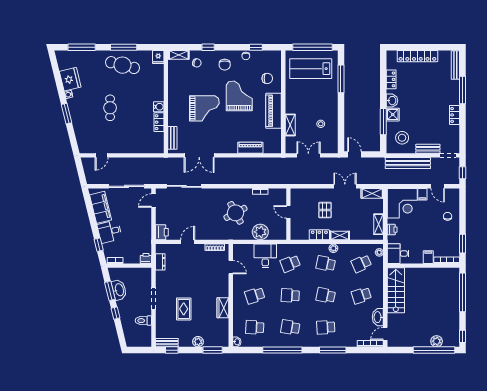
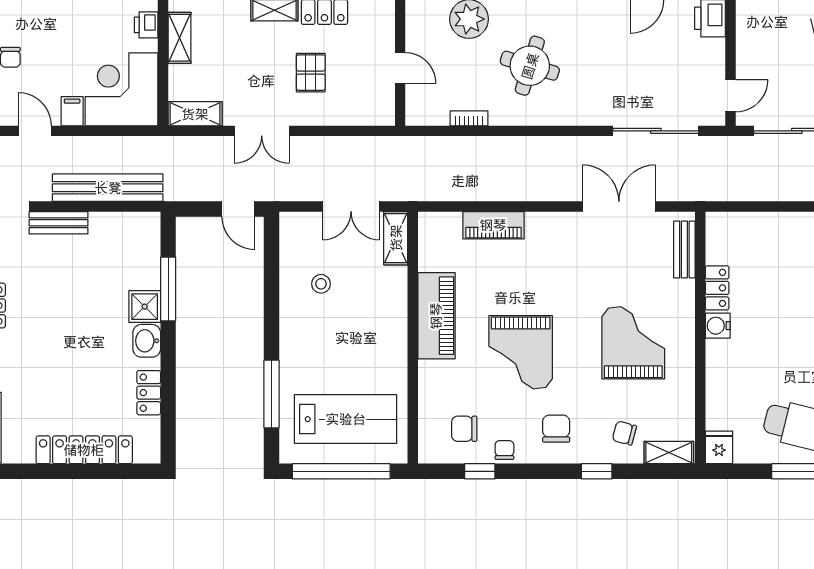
chair: (267, 78) -> (464, 429), moved
grand piano: (204, 108) -> (633, 343), moved, turned 90
shelving: (290, 125) -> (396, 238), moved
stool: (402, 138) -> (122, 250), removed
round table: (235, 213) -> (530, 66), turned 45

